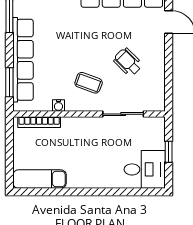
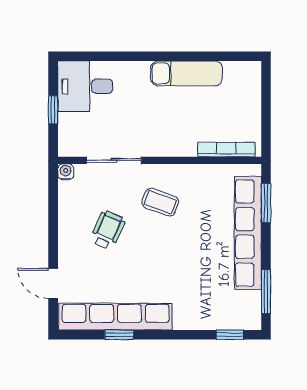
wheelchair: (128, 62) -> (108, 230), turned -111
water cooler: (58, 106) -> (66, 172), moved
exam couch: (40, 179) -> (186, 73), moved

